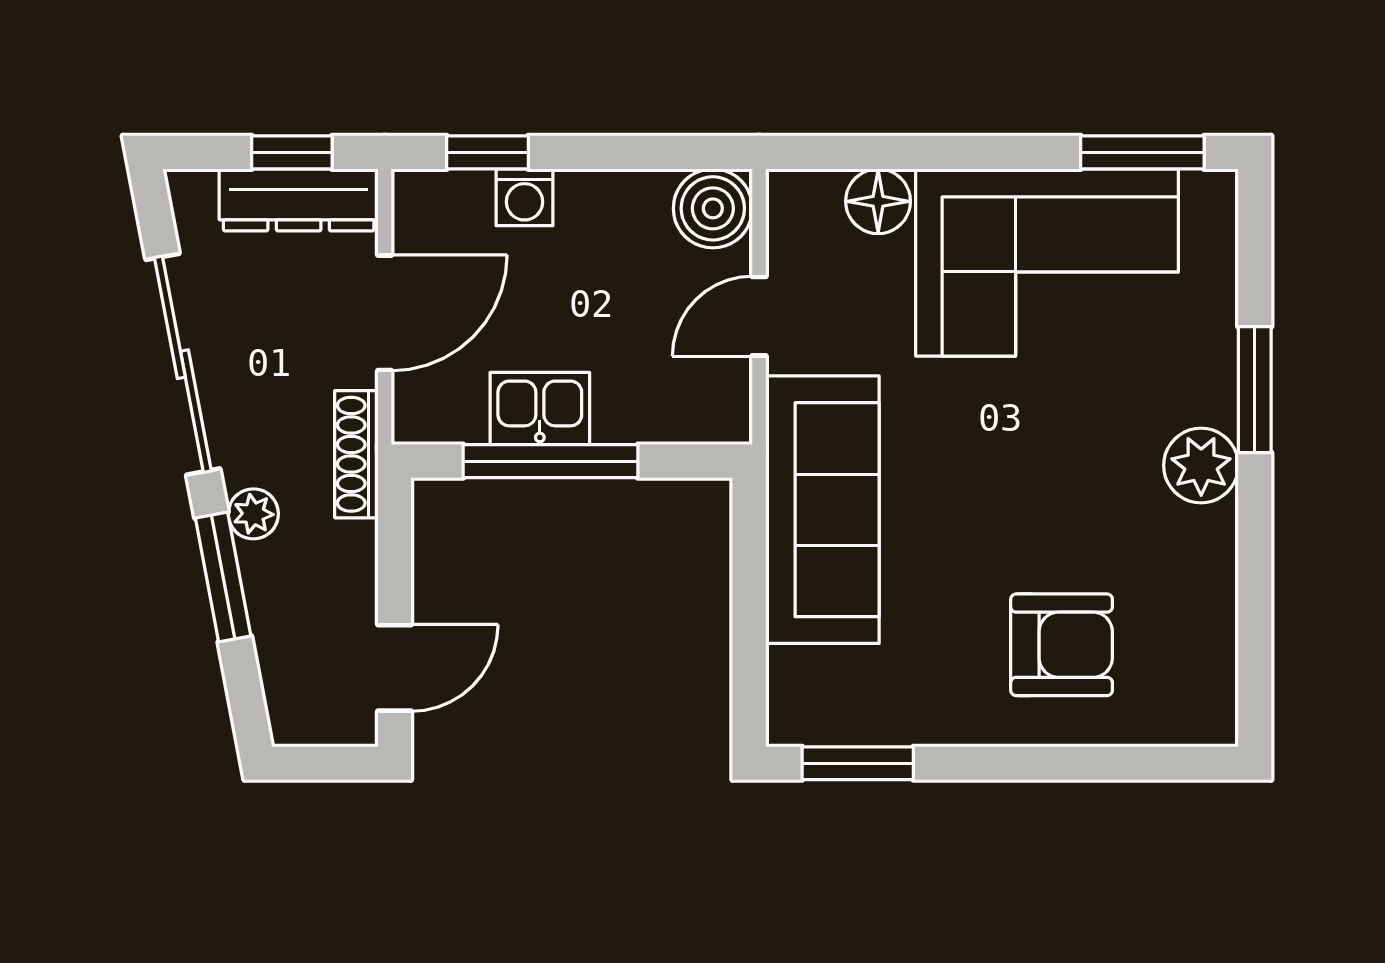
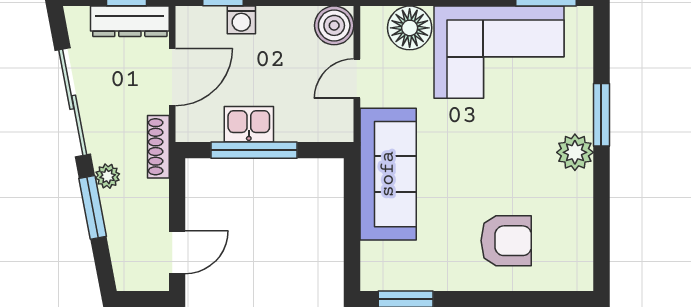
floor lamp: (878, 201) -> (410, 28), width x1.38, depth x1.38

